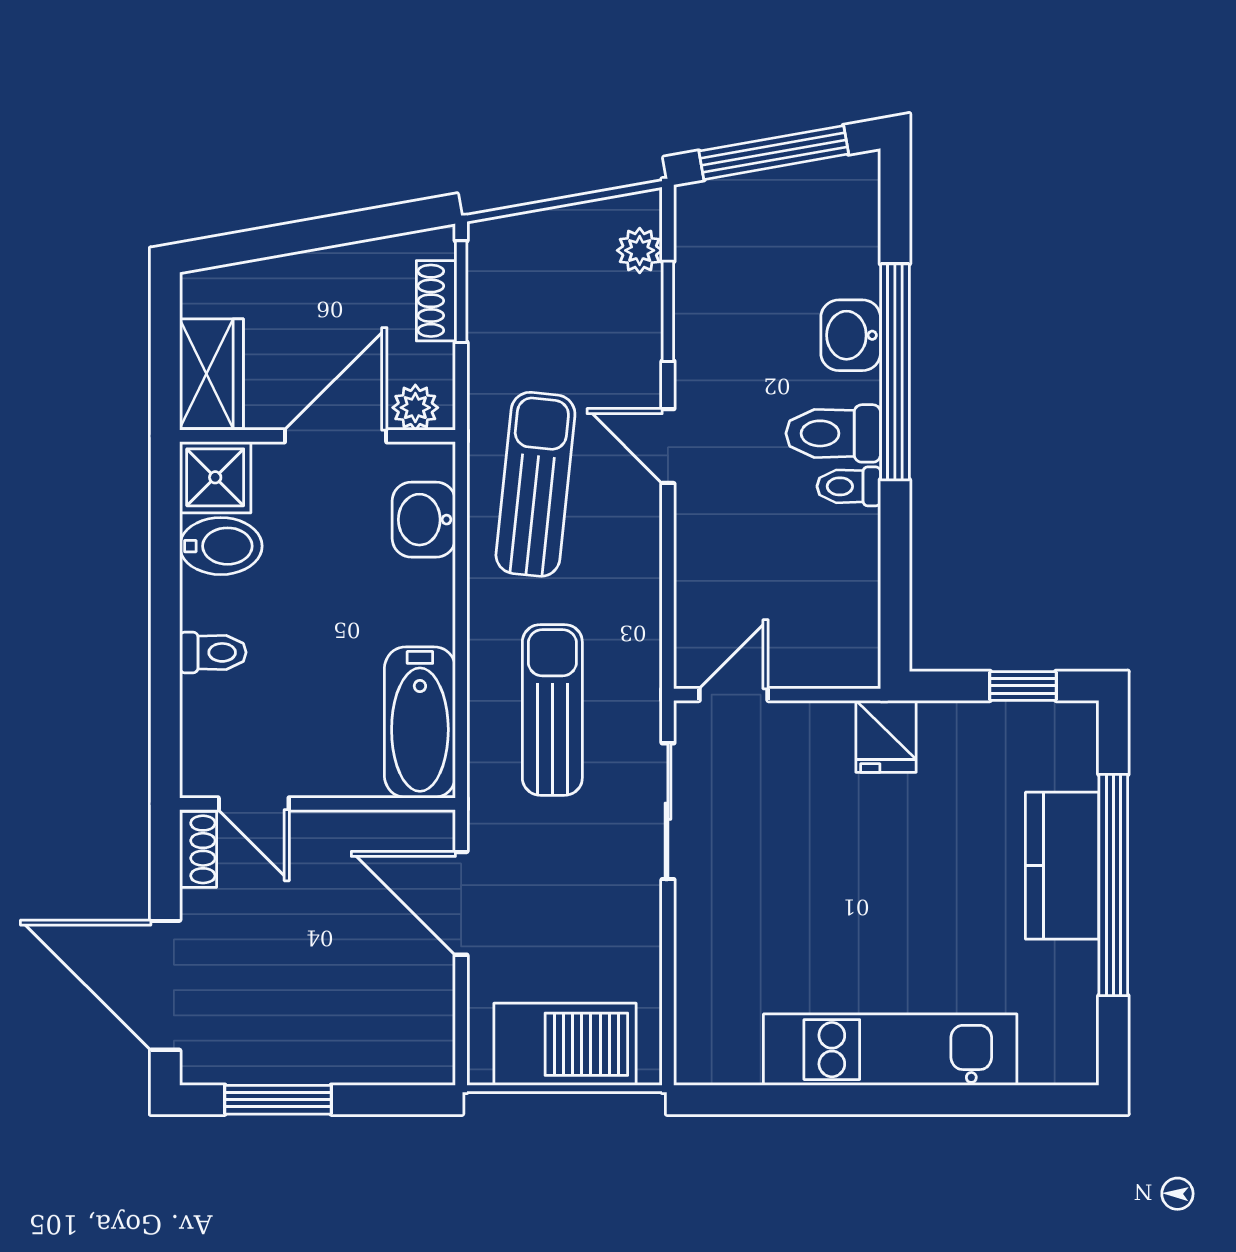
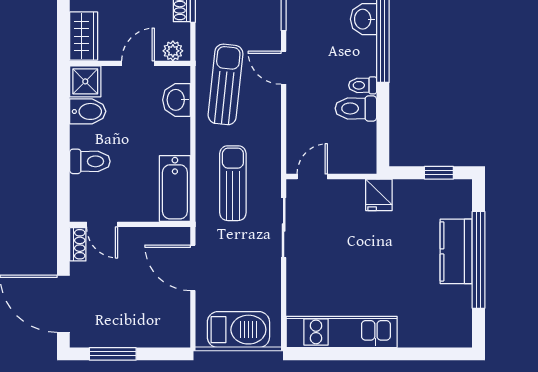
toilet: (833, 433) -> (356, 108), moved
door: (336, 436) -> (138, 63), width x0.73
toilet: (213, 652) -> (90, 161), width x1.37, depth x1.39
kitchen unit: (890, 1050) -> (342, 332), moved

